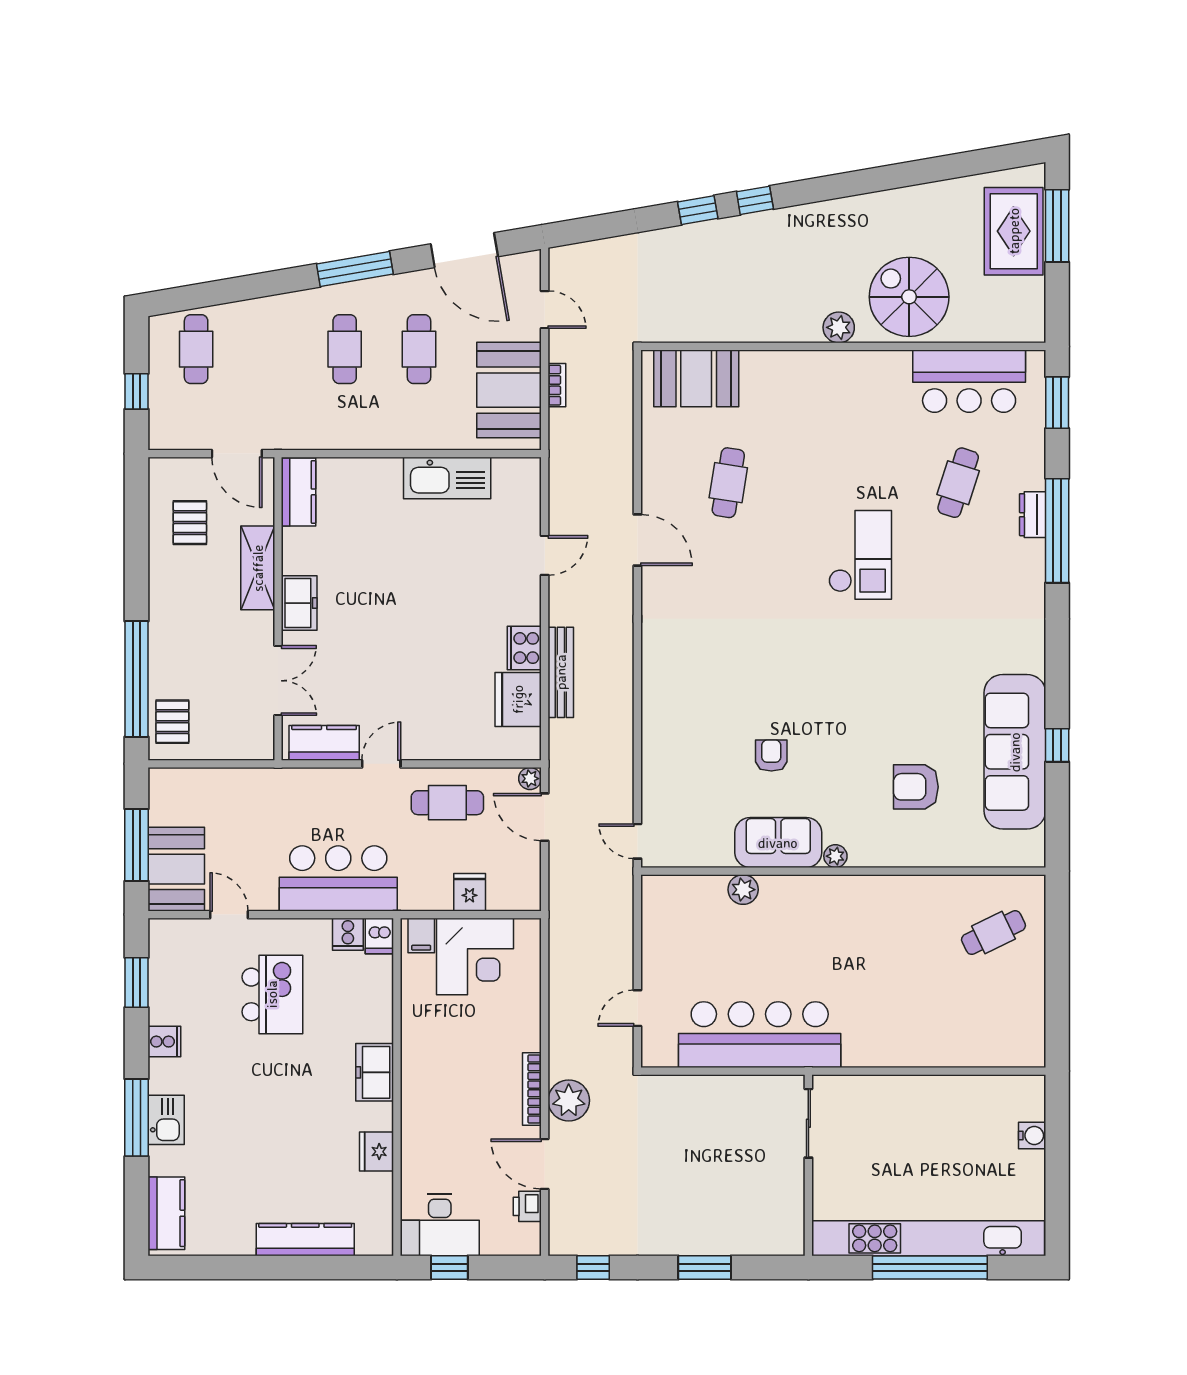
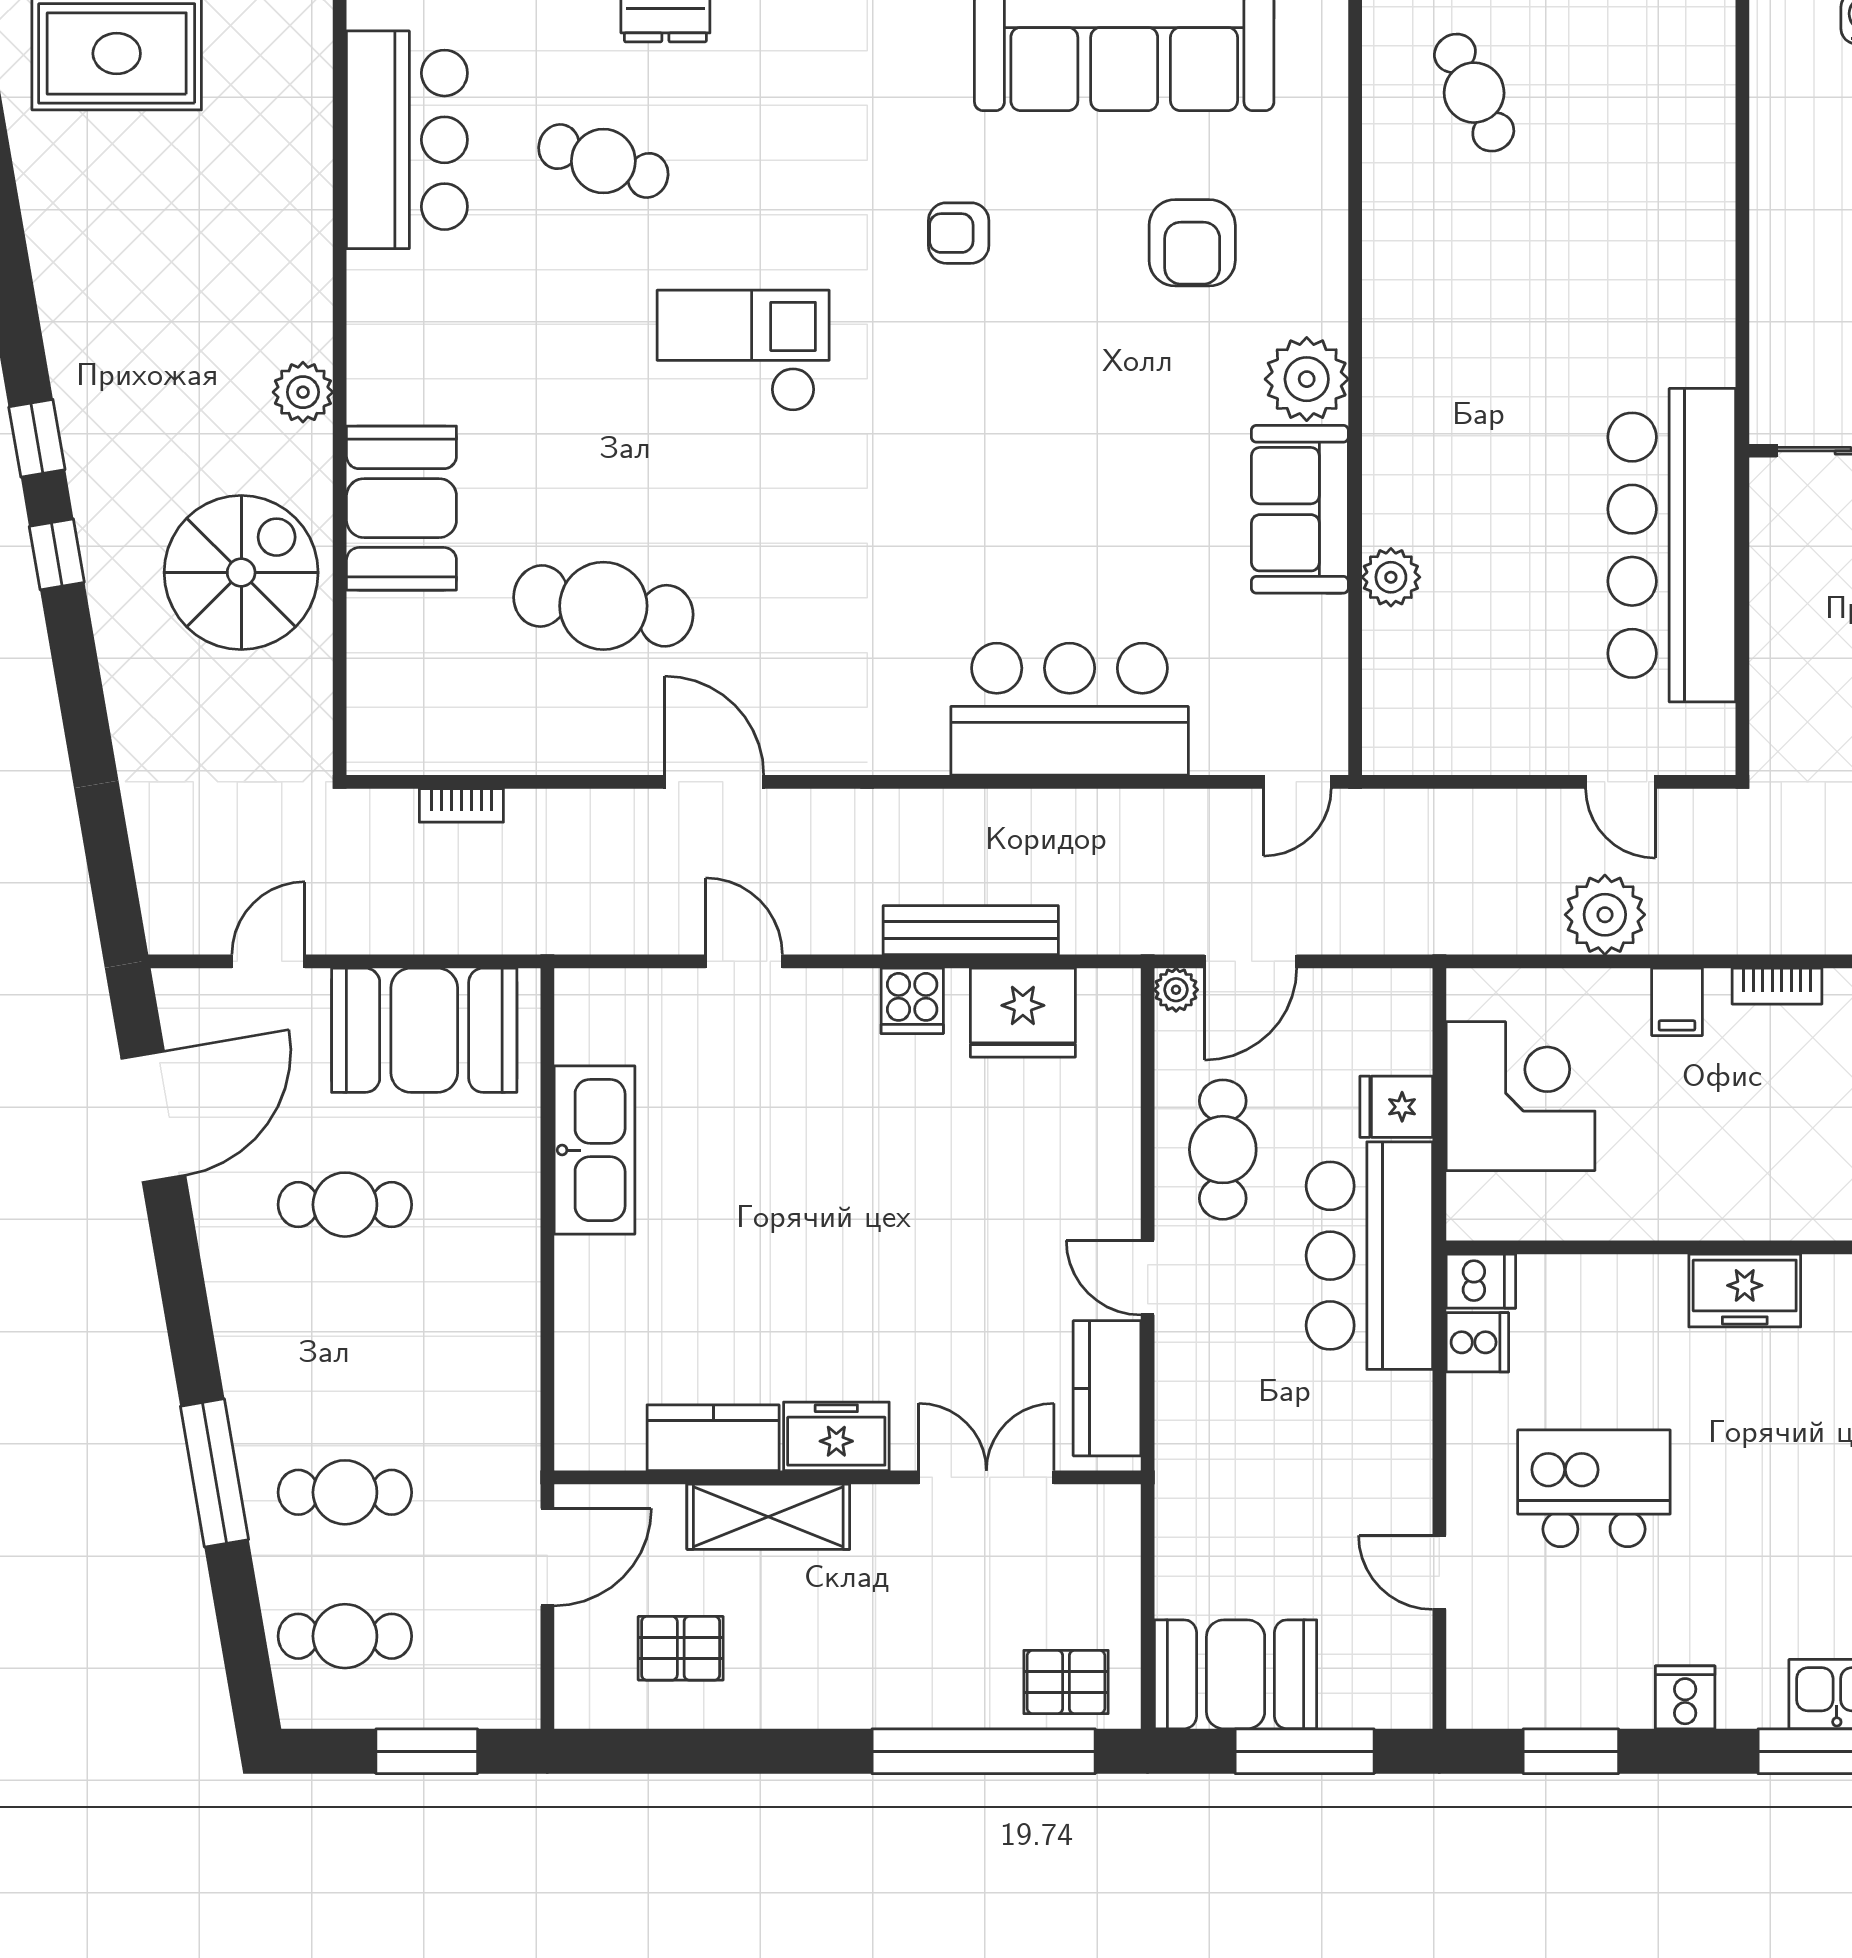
window: (698, 210) -> (37, 438), moved
window: (355, 269) -> (214, 1473), moved
spiral stairs: (909, 297) -> (241, 572), moved, turned 180
cafe table: (345, 349) -> (345, 1492), moved
booth: (696, 378) -> (401, 508), moved
bookcase: (557, 385) -> (461, 805), moved, turned 180
window: (137, 391) -> (427, 1751), width x1.50
cafe table: (728, 483) -> (603, 606), width x1.37, depth x1.35
kitchen counter: (299, 492) -> (713, 1438), moved
door: (637, 540) -> (714, 782), hinge flipped
cooker: (524, 648) -> (912, 1001), width x0.73
bar counter: (675, 724) -> (1070, 709), added
armchair: (771, 756) -> (959, 233), moved
plant: (835, 856) -> (1307, 379), width x1.88, depth x1.88
booth: (176, 869) -> (1236, 1674), moved
bar counter: (338, 878) -> (1369, 1256), moved
door: (229, 915) -> (1439, 1572), hinge flipped
filing cabinet: (421, 935) -> (1677, 1002), moved, turned 90
bookcase: (532, 1089) -> (1777, 986), width x0.64
plant: (569, 1100) -> (1605, 915), moved

